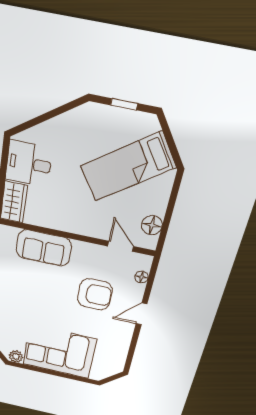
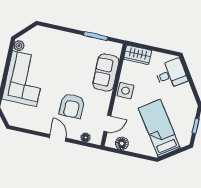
desk: (29, 164) -> (171, 74), moved, turned 57
side table: (69, 220) -> (125, 91), added

